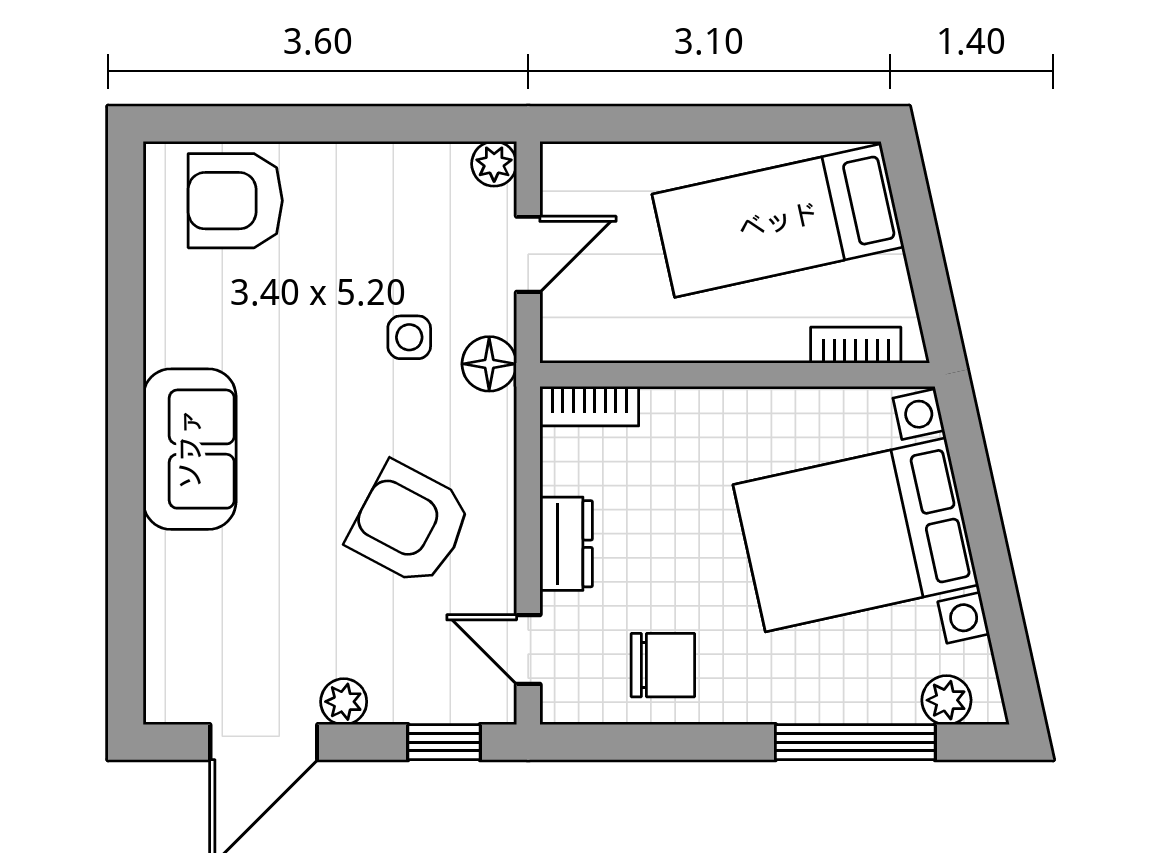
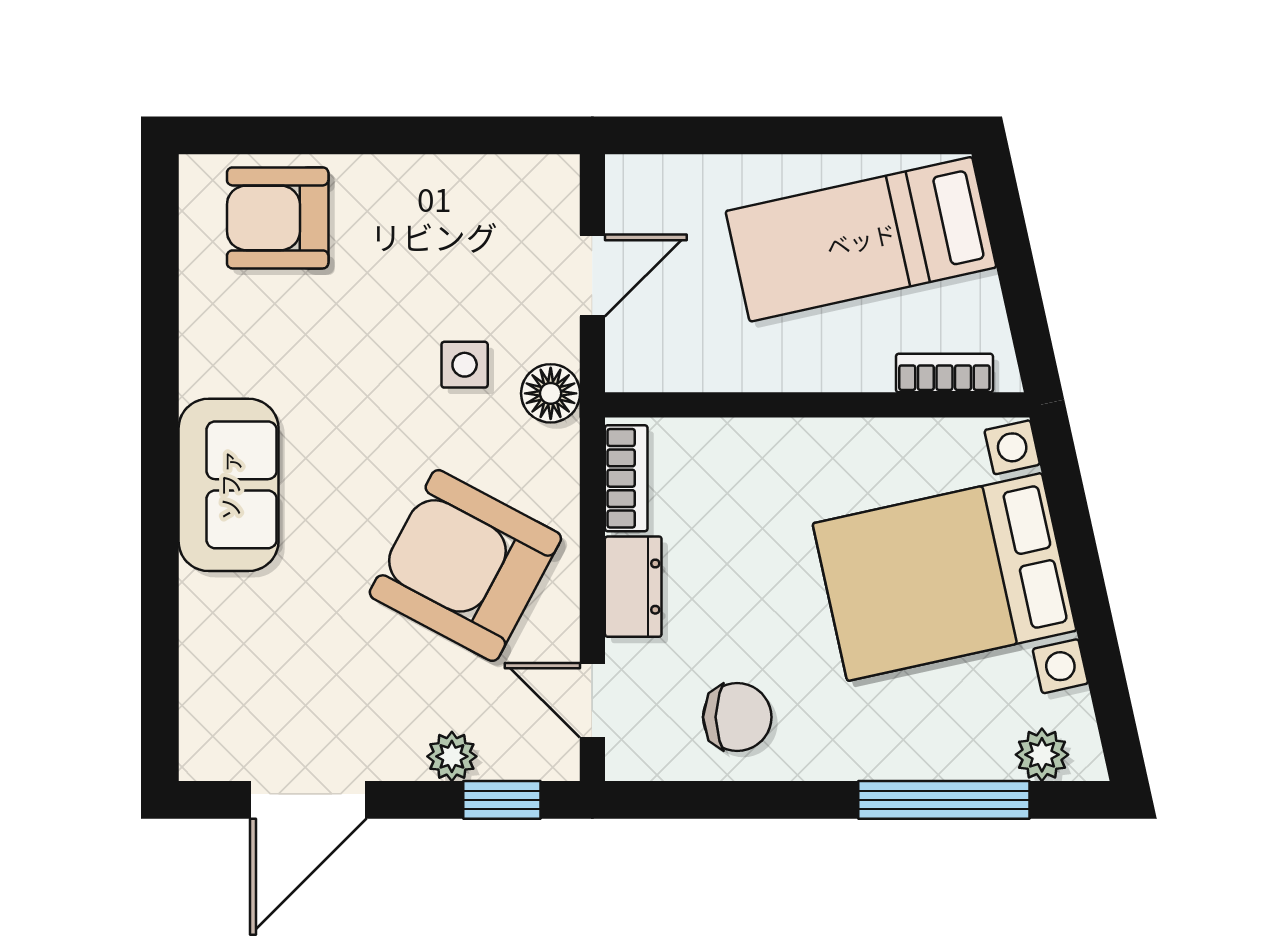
plant: (494, 164) -> (556, 178), removed
bookcase: (589, 406) -> (626, 478), moved, turned -90
armchair: (410, 524) -> (465, 565), width x1.36, depth x1.36
plant: (344, 702) -> (452, 756), moved

